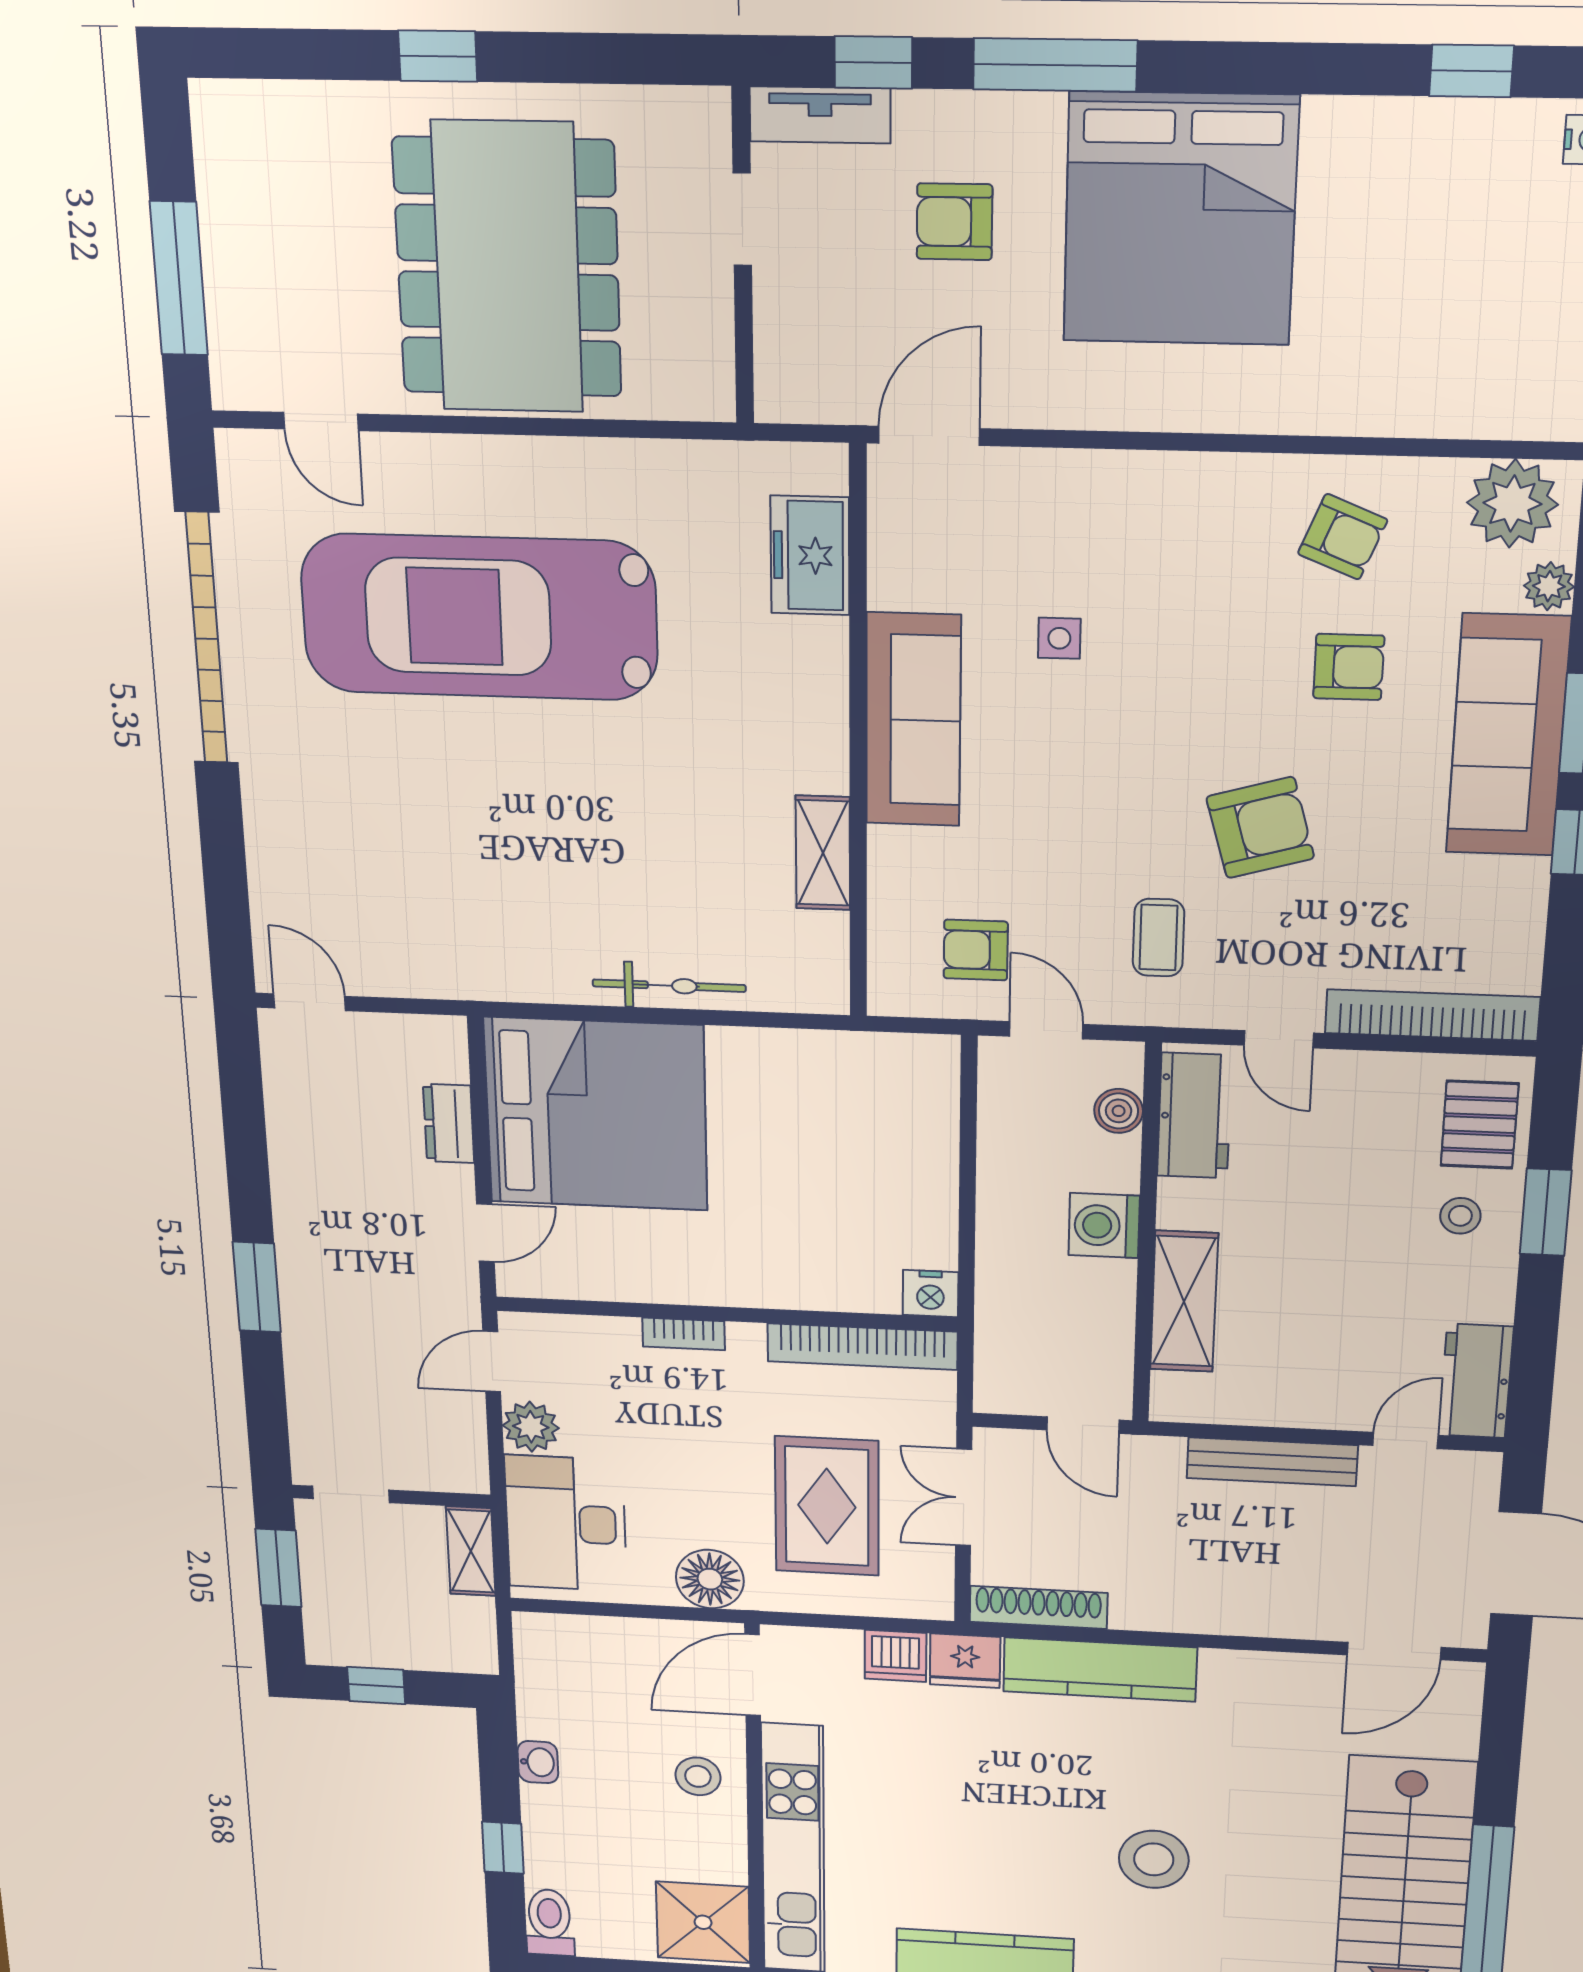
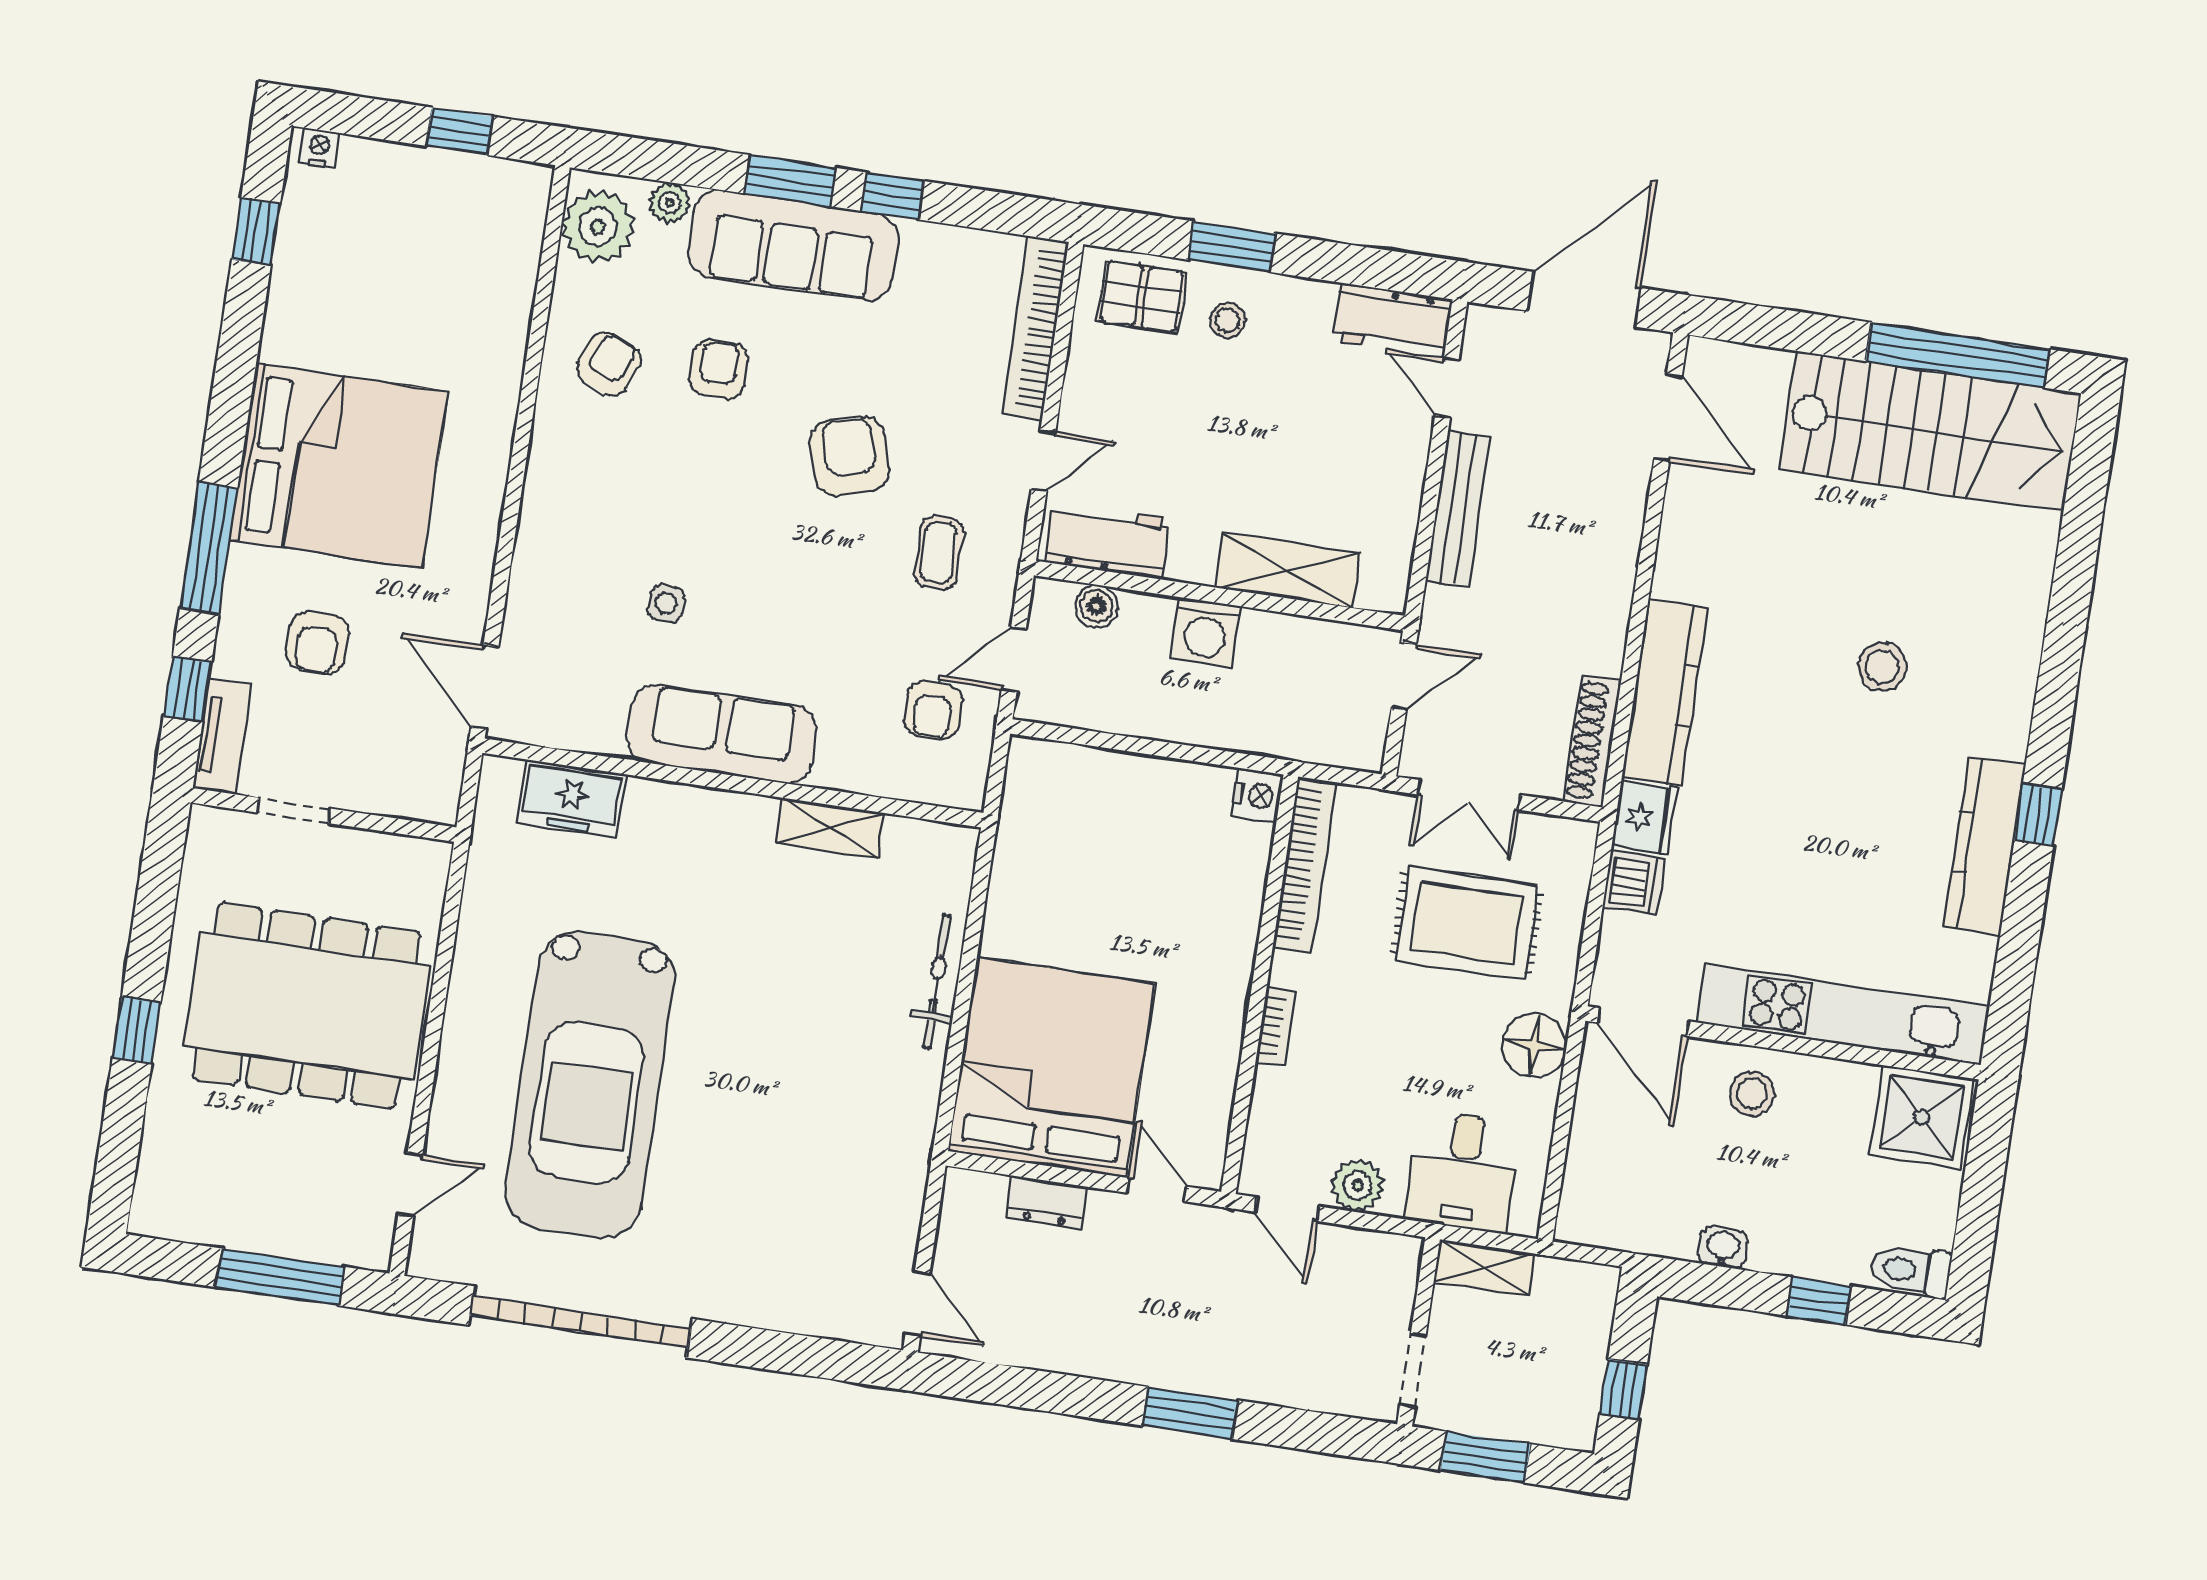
coffee table: (1158, 938) -> (939, 553), turned 90
door: (310, 1002) -> (918, 1304), swing flipped
desk: (566, 1523) -> (1463, 1171), width x0.73
stool: (1154, 1859) -> (1882, 667), width x0.73, depth x0.73

